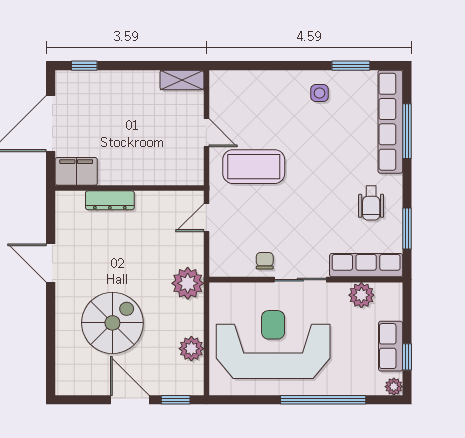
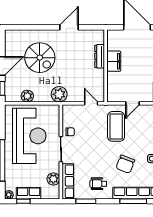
chair: (331, 148) -> (125, 164), added
filing cabinet: (76, 171) -> (114, 61), moved

